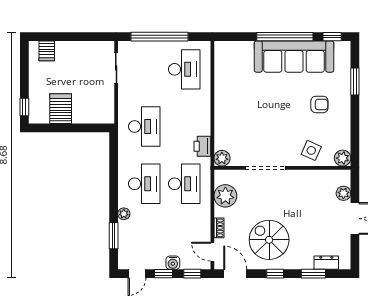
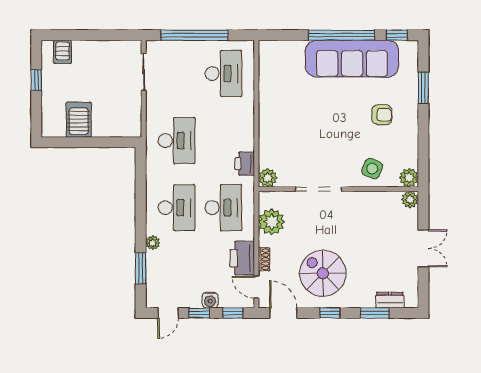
window: (24, 107) -> (36, 80), moved
plant: (343, 193) -> (410, 199), moved
printer: (200, 227) -> (242, 258), added

